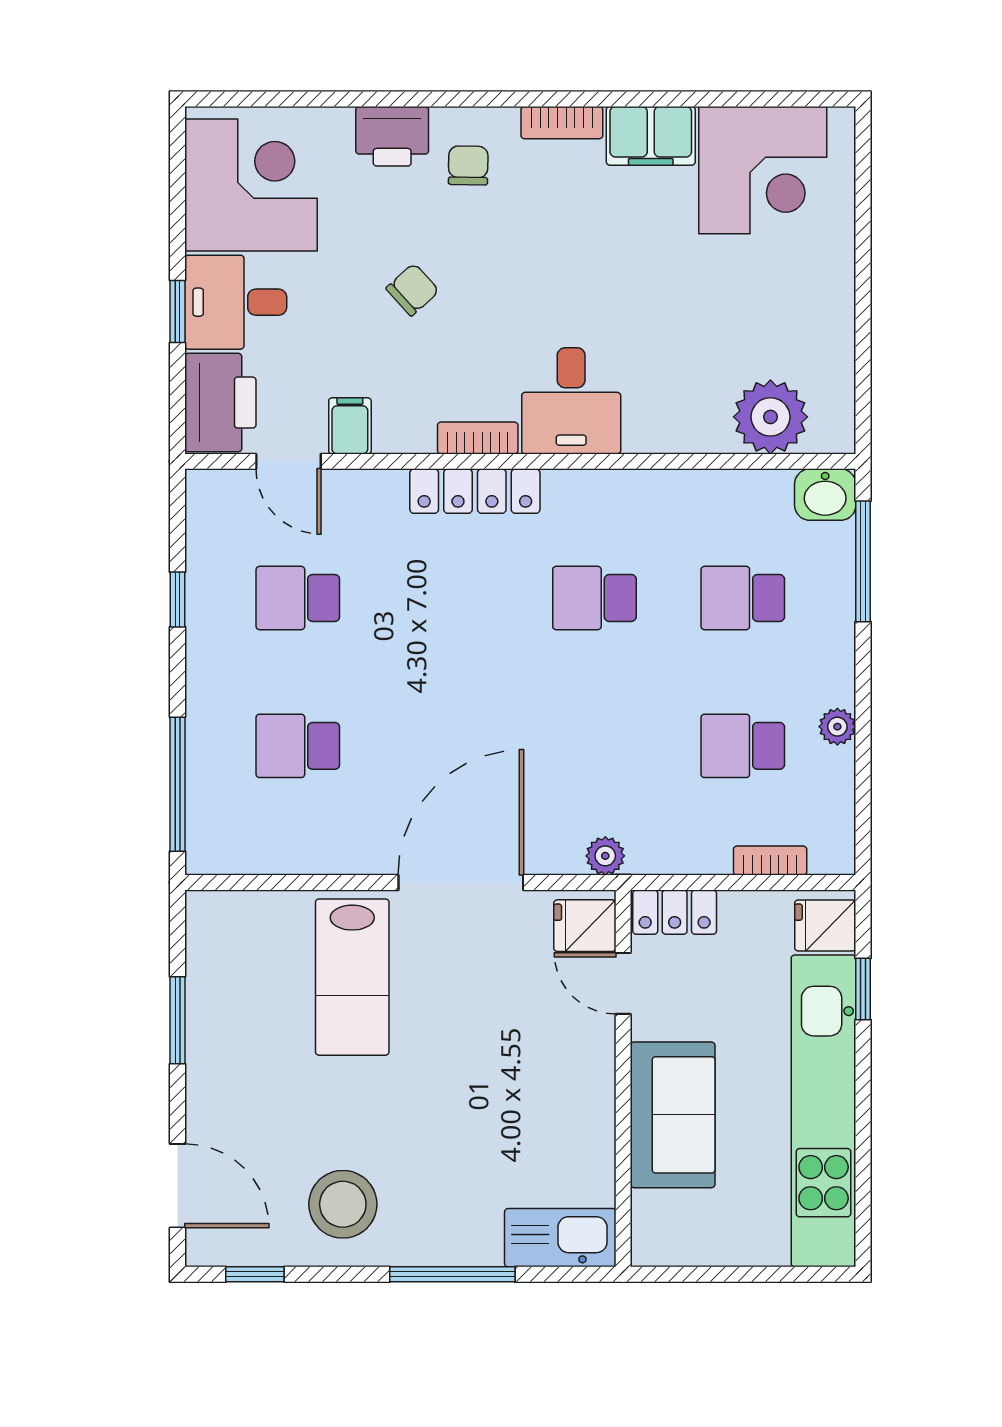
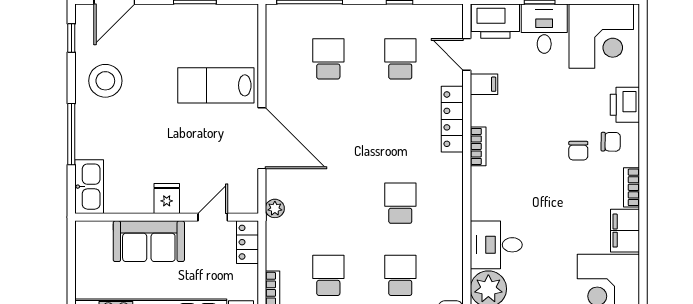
chair: (413, 290) -> (578, 151), moved, turned 42
desk: (571, 401) -> (496, 245), moved
door: (289, 461) -> (467, 54), hinge flipped
locker: (475, 491) -> (452, 119), moved
fridge: (585, 926) -> (167, 199), moved

